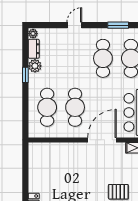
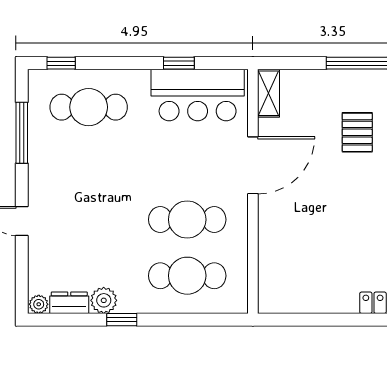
window: (118, 25) -> (22, 133), width x1.44
cafe table: (103, 58) -> (89, 163), removed
door: (102, 140) -> (253, 165), swing flipped

